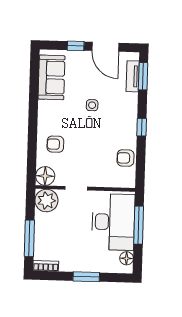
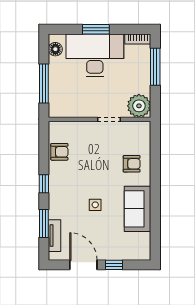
window: (143, 76) -> (44, 224), moved
sofa: (51, 77) -> (138, 209), moved
floor lamp: (45, 176) -> (141, 131), removed
desk: (113, 222) -> (95, 55), moved, turned 90

